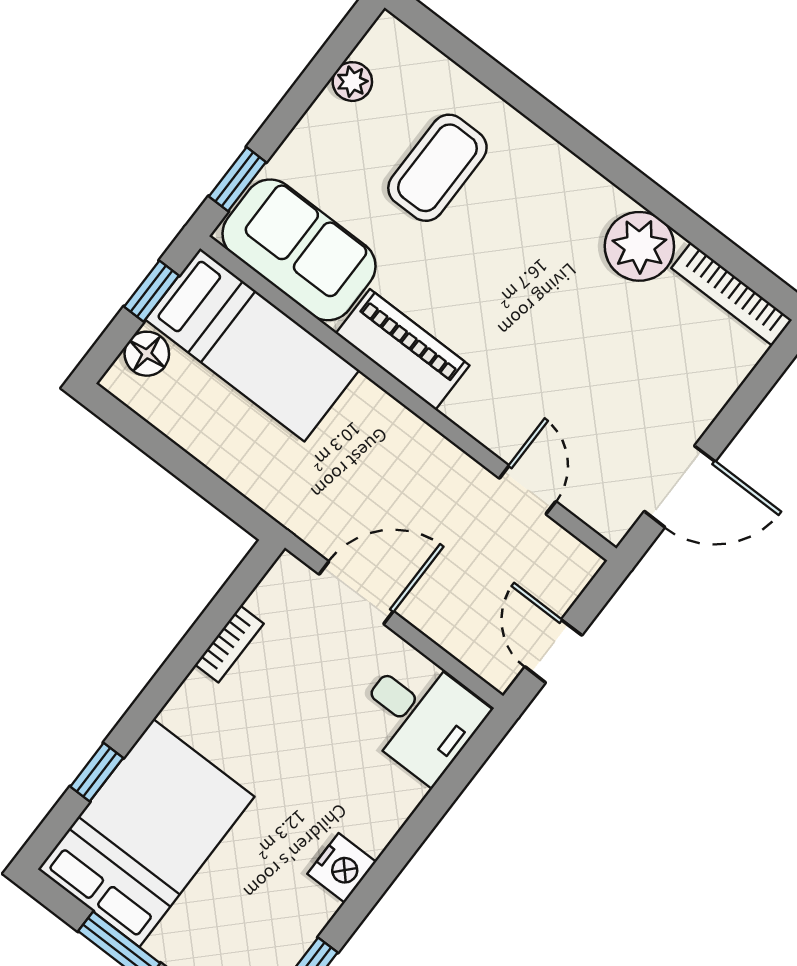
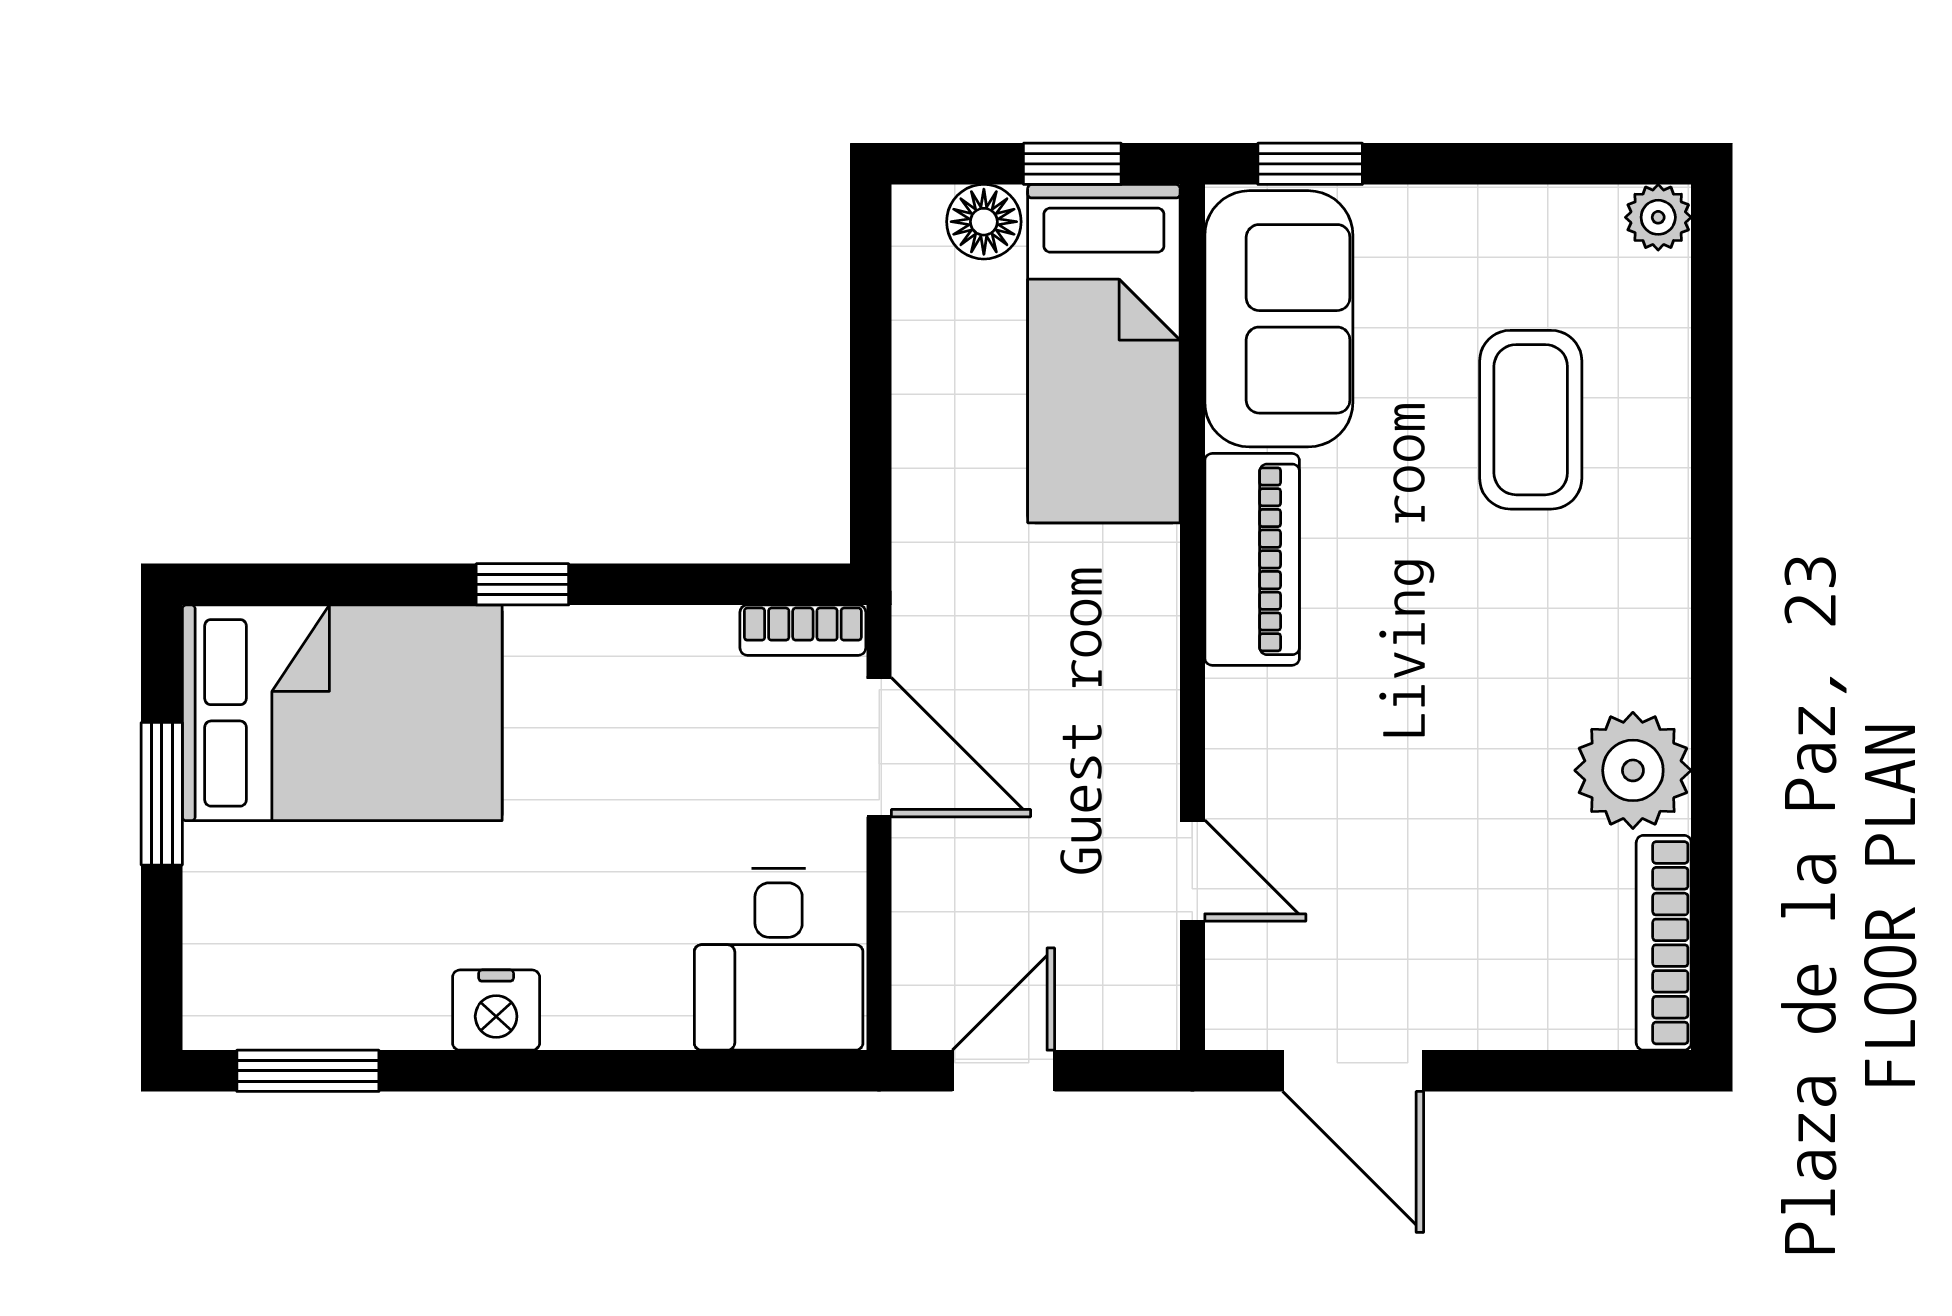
plant: (352, 82) -> (1658, 217), moved
coffee table: (437, 168) -> (1531, 420), turned 90
door: (528, 490) -> (1192, 871), hinge flipped
bookcase: (229, 644) -> (803, 630), moved
window: (97, 772) -> (522, 584), moved

